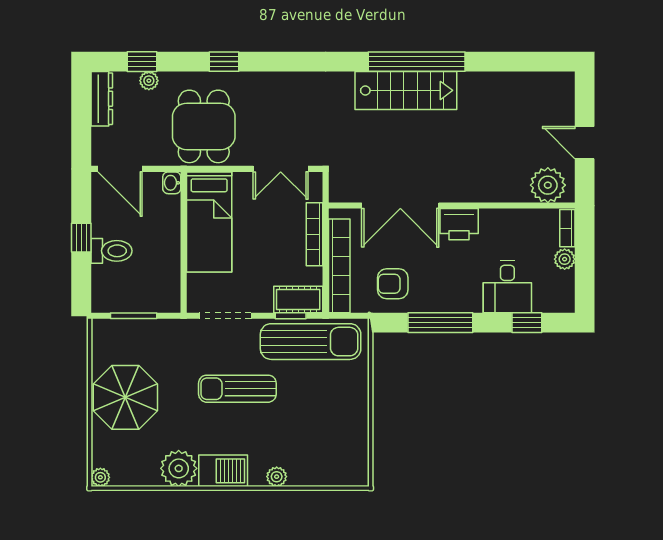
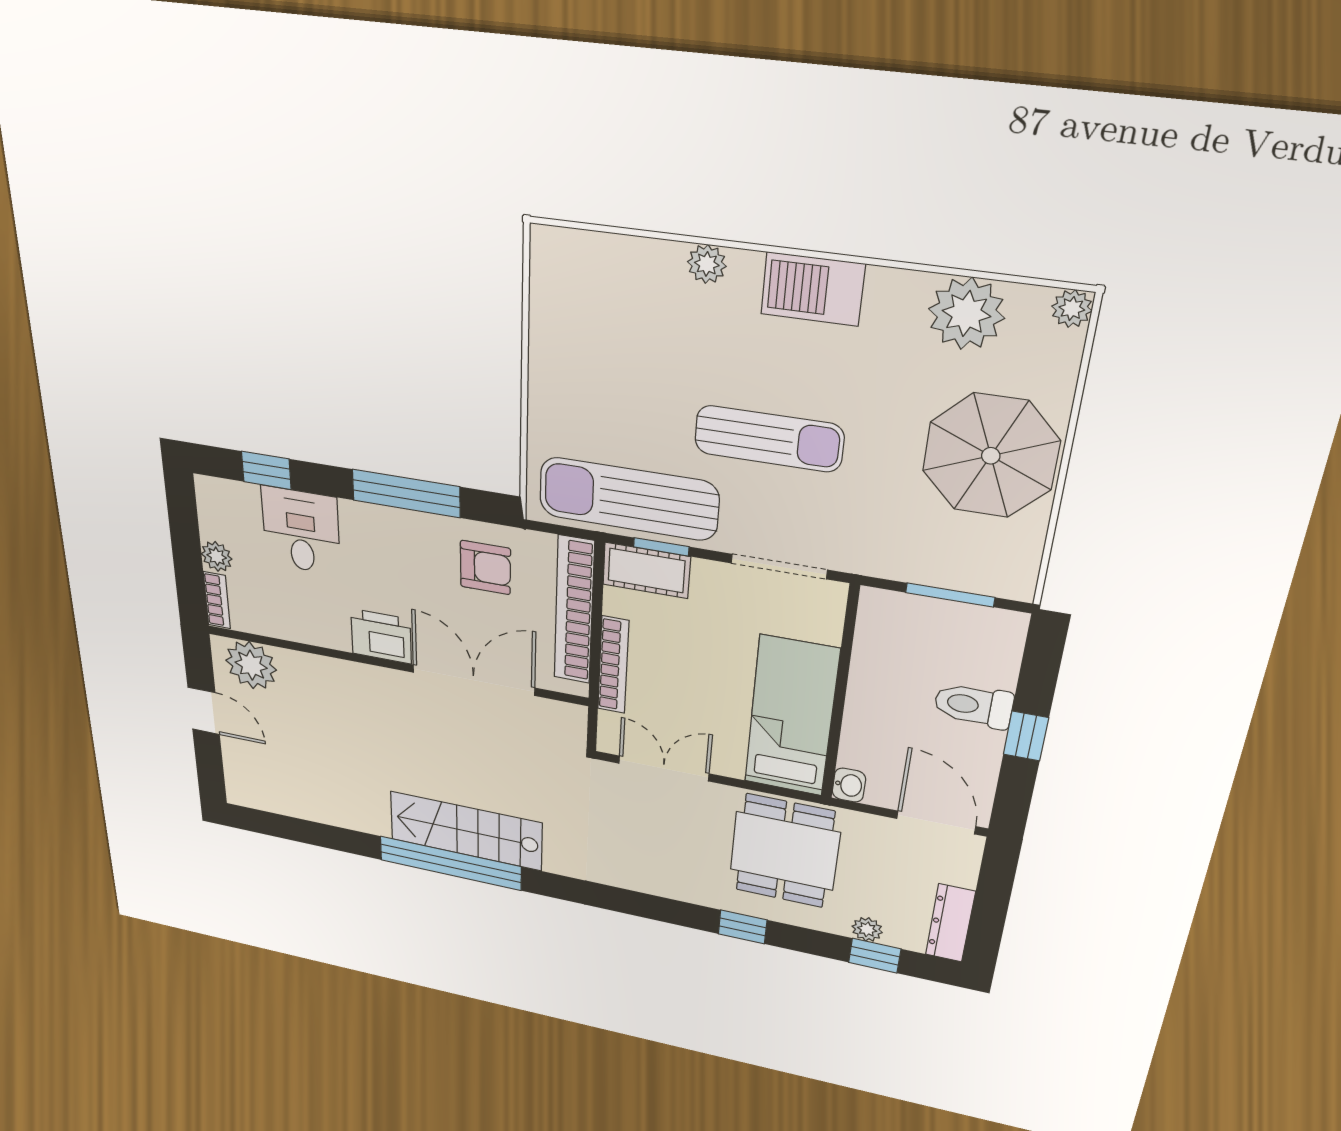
plant: (179, 468) -> (967, 314), moved

